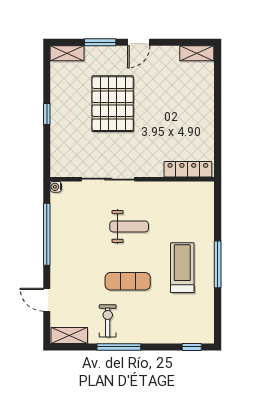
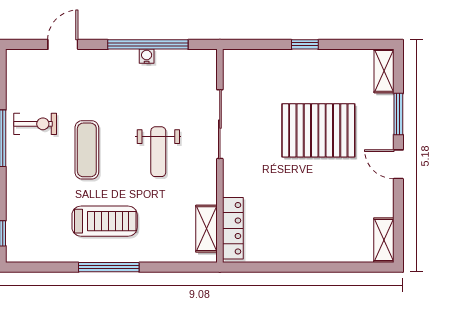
water cooler: (56, 187) -> (147, 56), moved
shelving: (69, 335) -> (207, 229), moved

